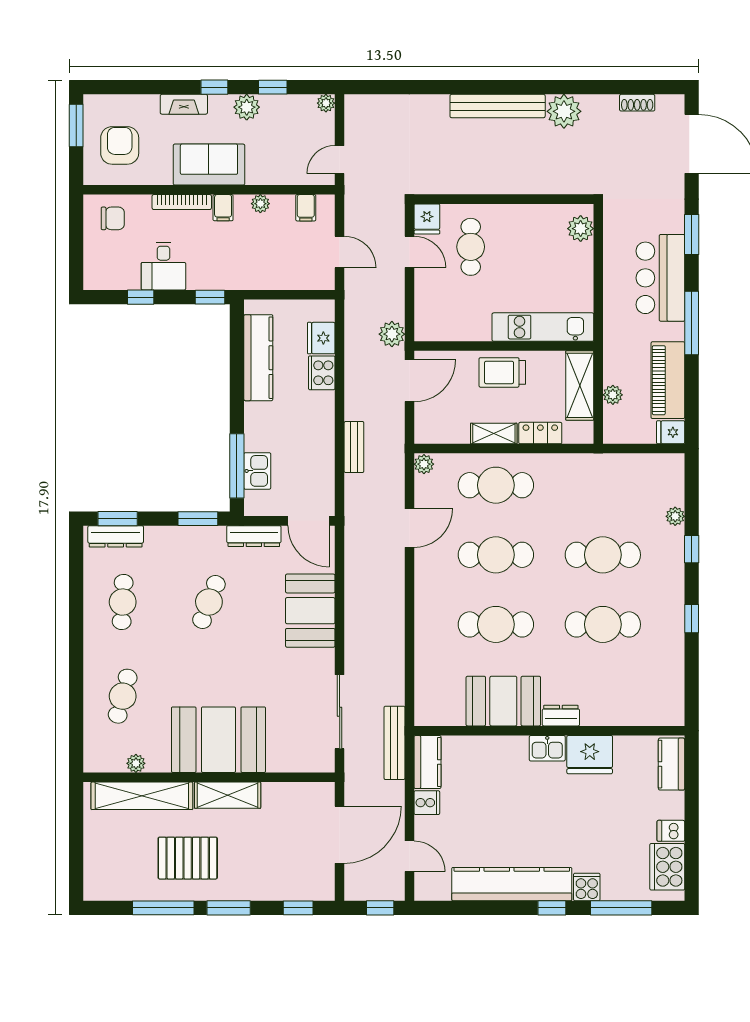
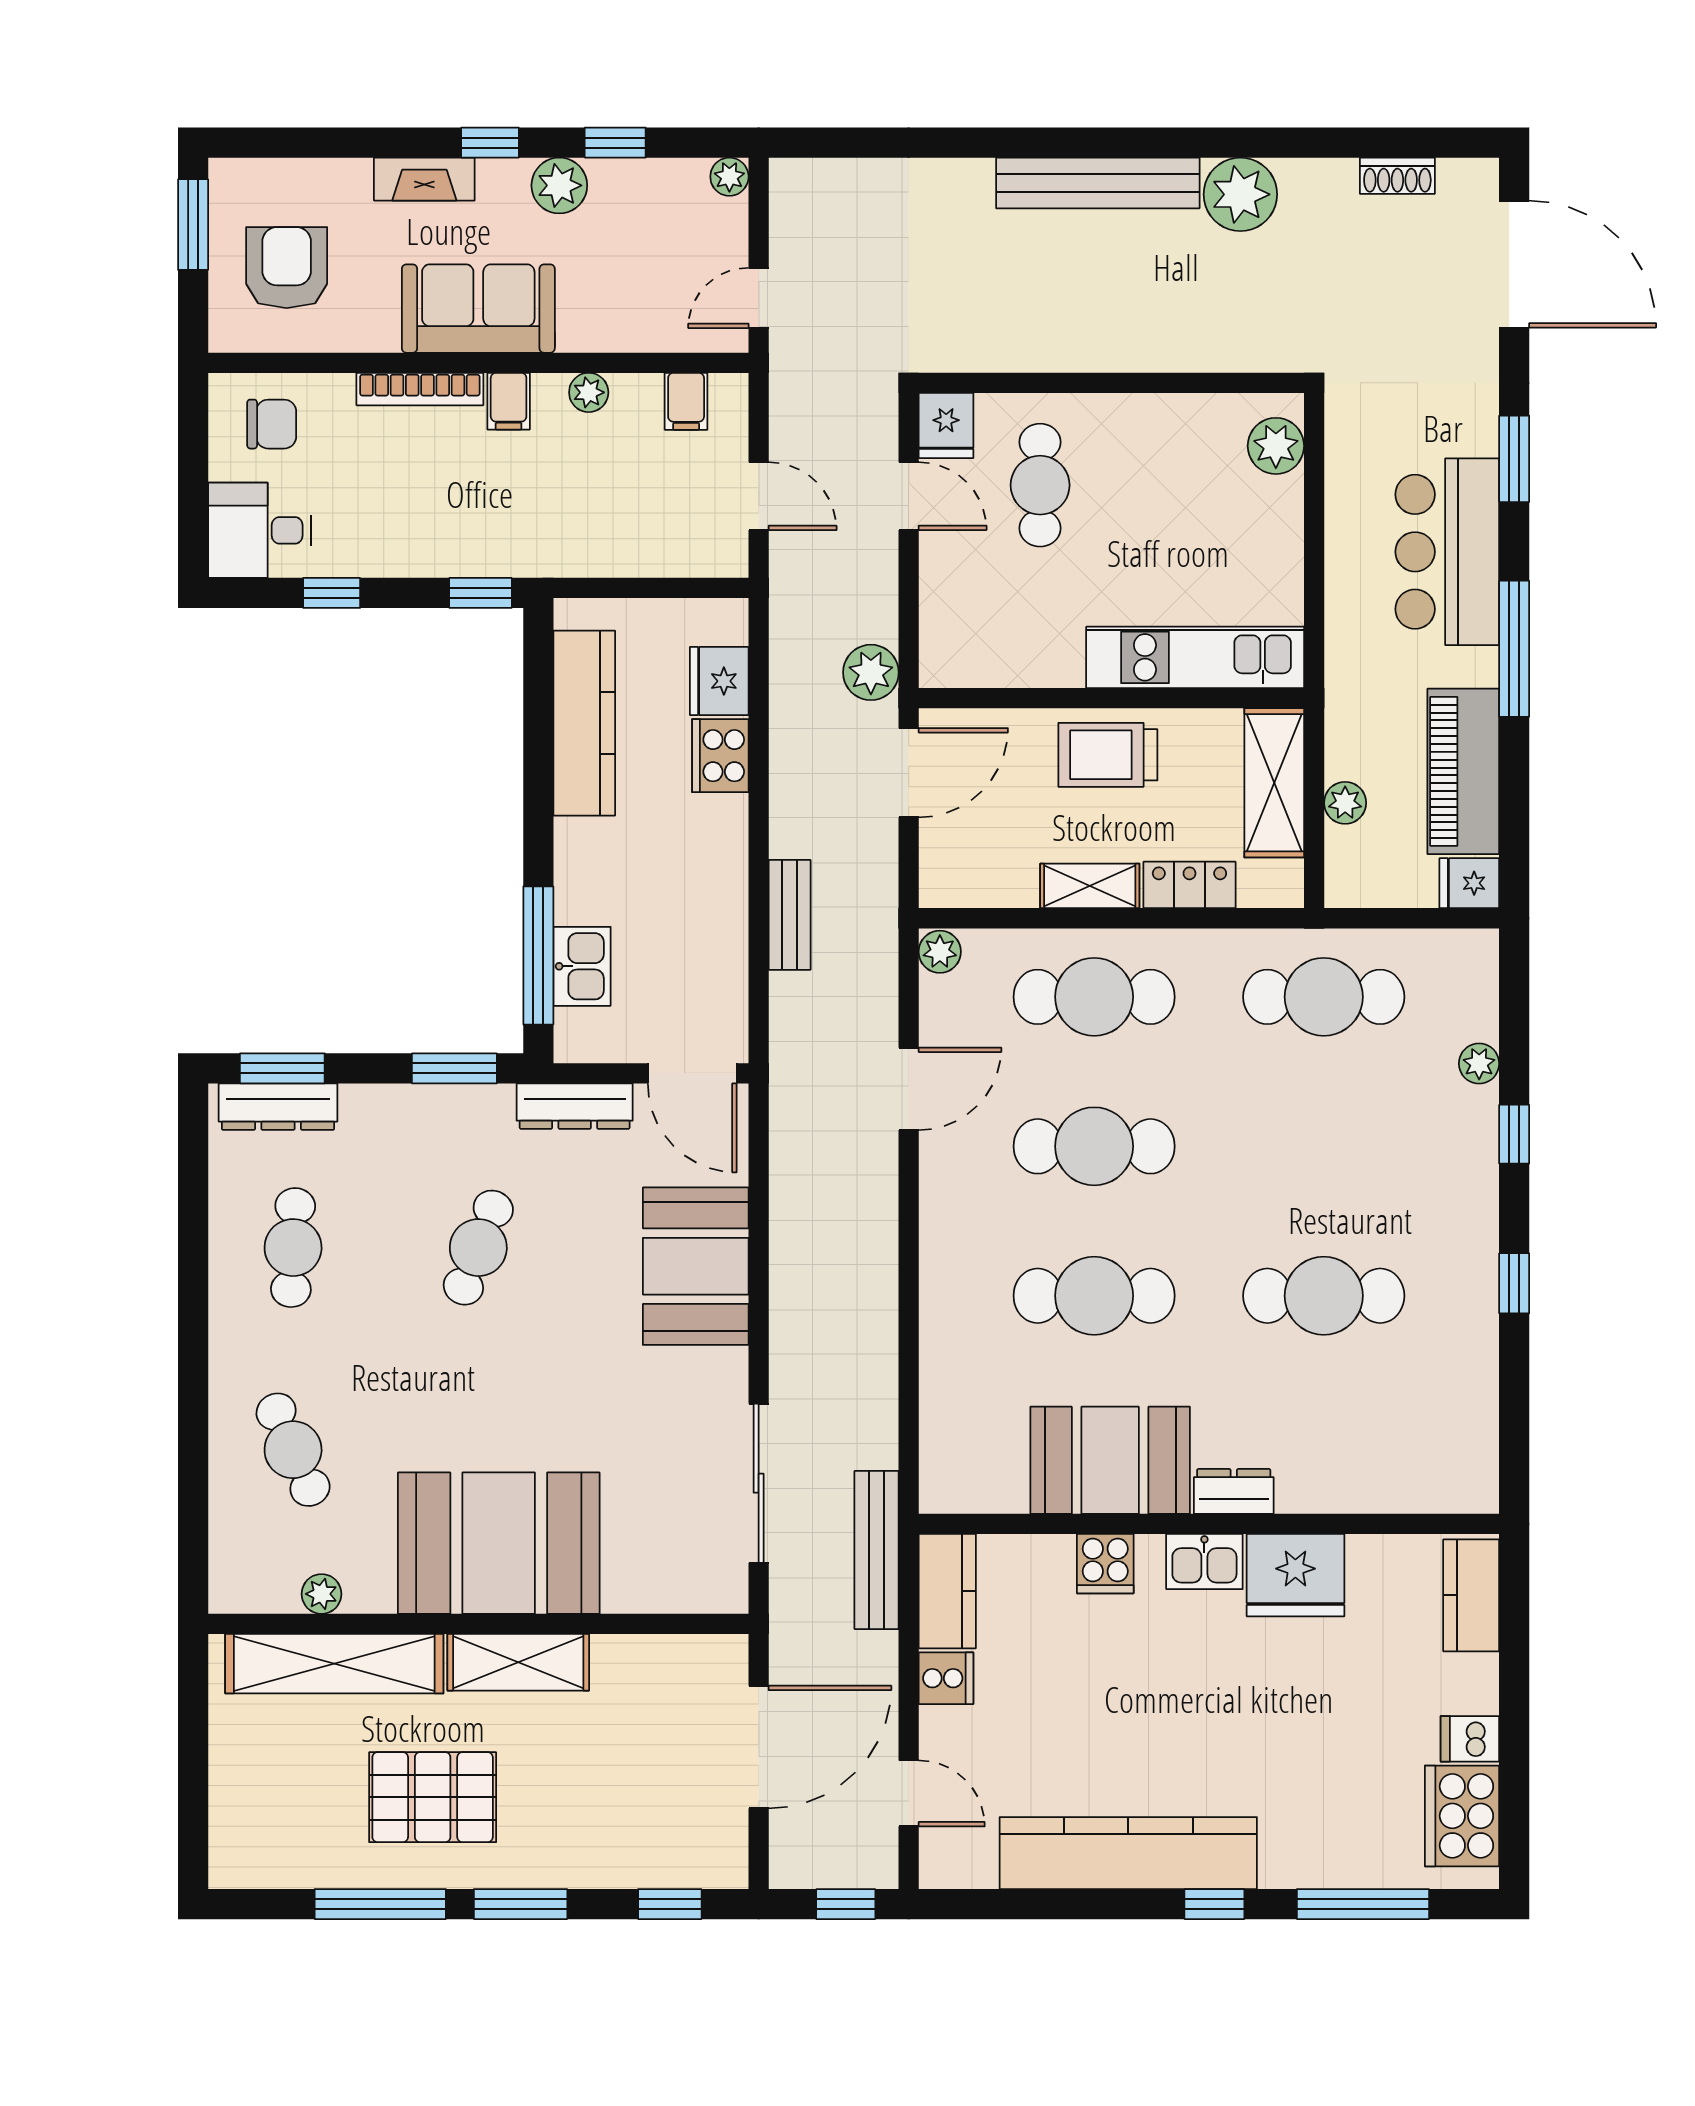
desk: (163, 266) -> (259, 530), moved, turned 90
cafe table: (603, 555) -> (1324, 997), moved
cafe table: (123, 696) -> (293, 1450), turned -39
cooker: (587, 887) -> (1105, 1564), moved, turned 180

